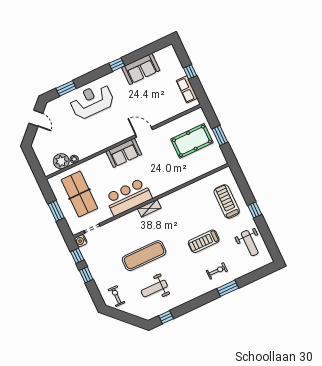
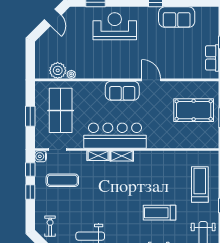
bar counter: (128, 197) -> (115, 136), width x1.36
shelving: (129, 217) -> (98, 156), added
exercise mat: (144, 256) -> (62, 180), moved, width x0.73, depth x0.69

